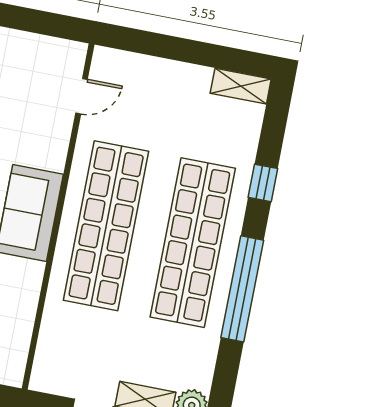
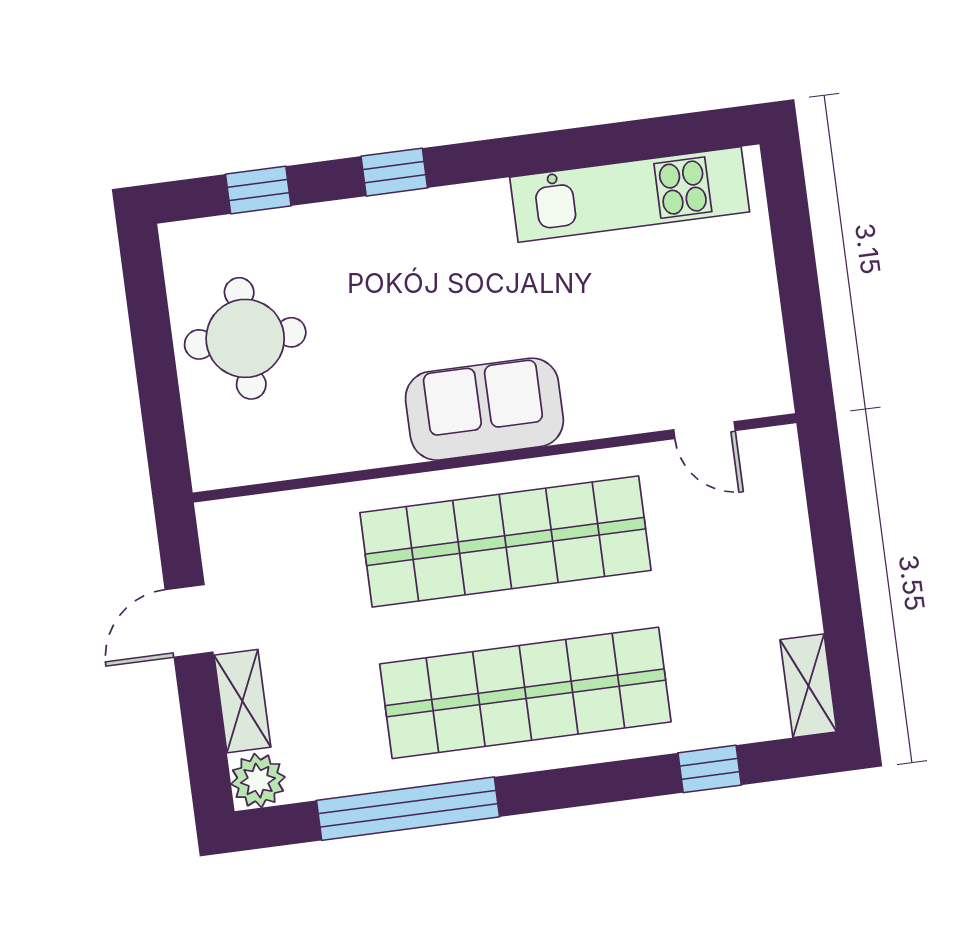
window: (263, 183) -> (710, 769), moved
window: (242, 289) -> (408, 809), moved

